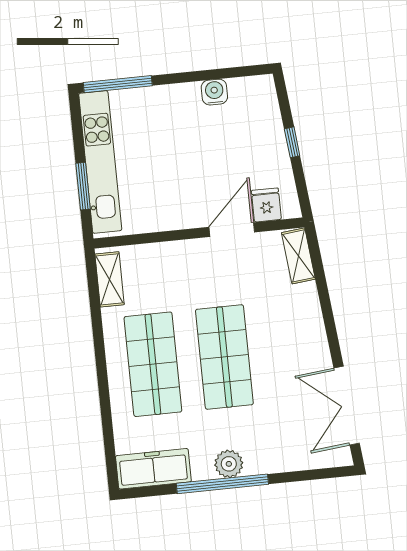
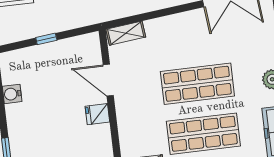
fridge: (266, 205) -> (97, 114), moved

